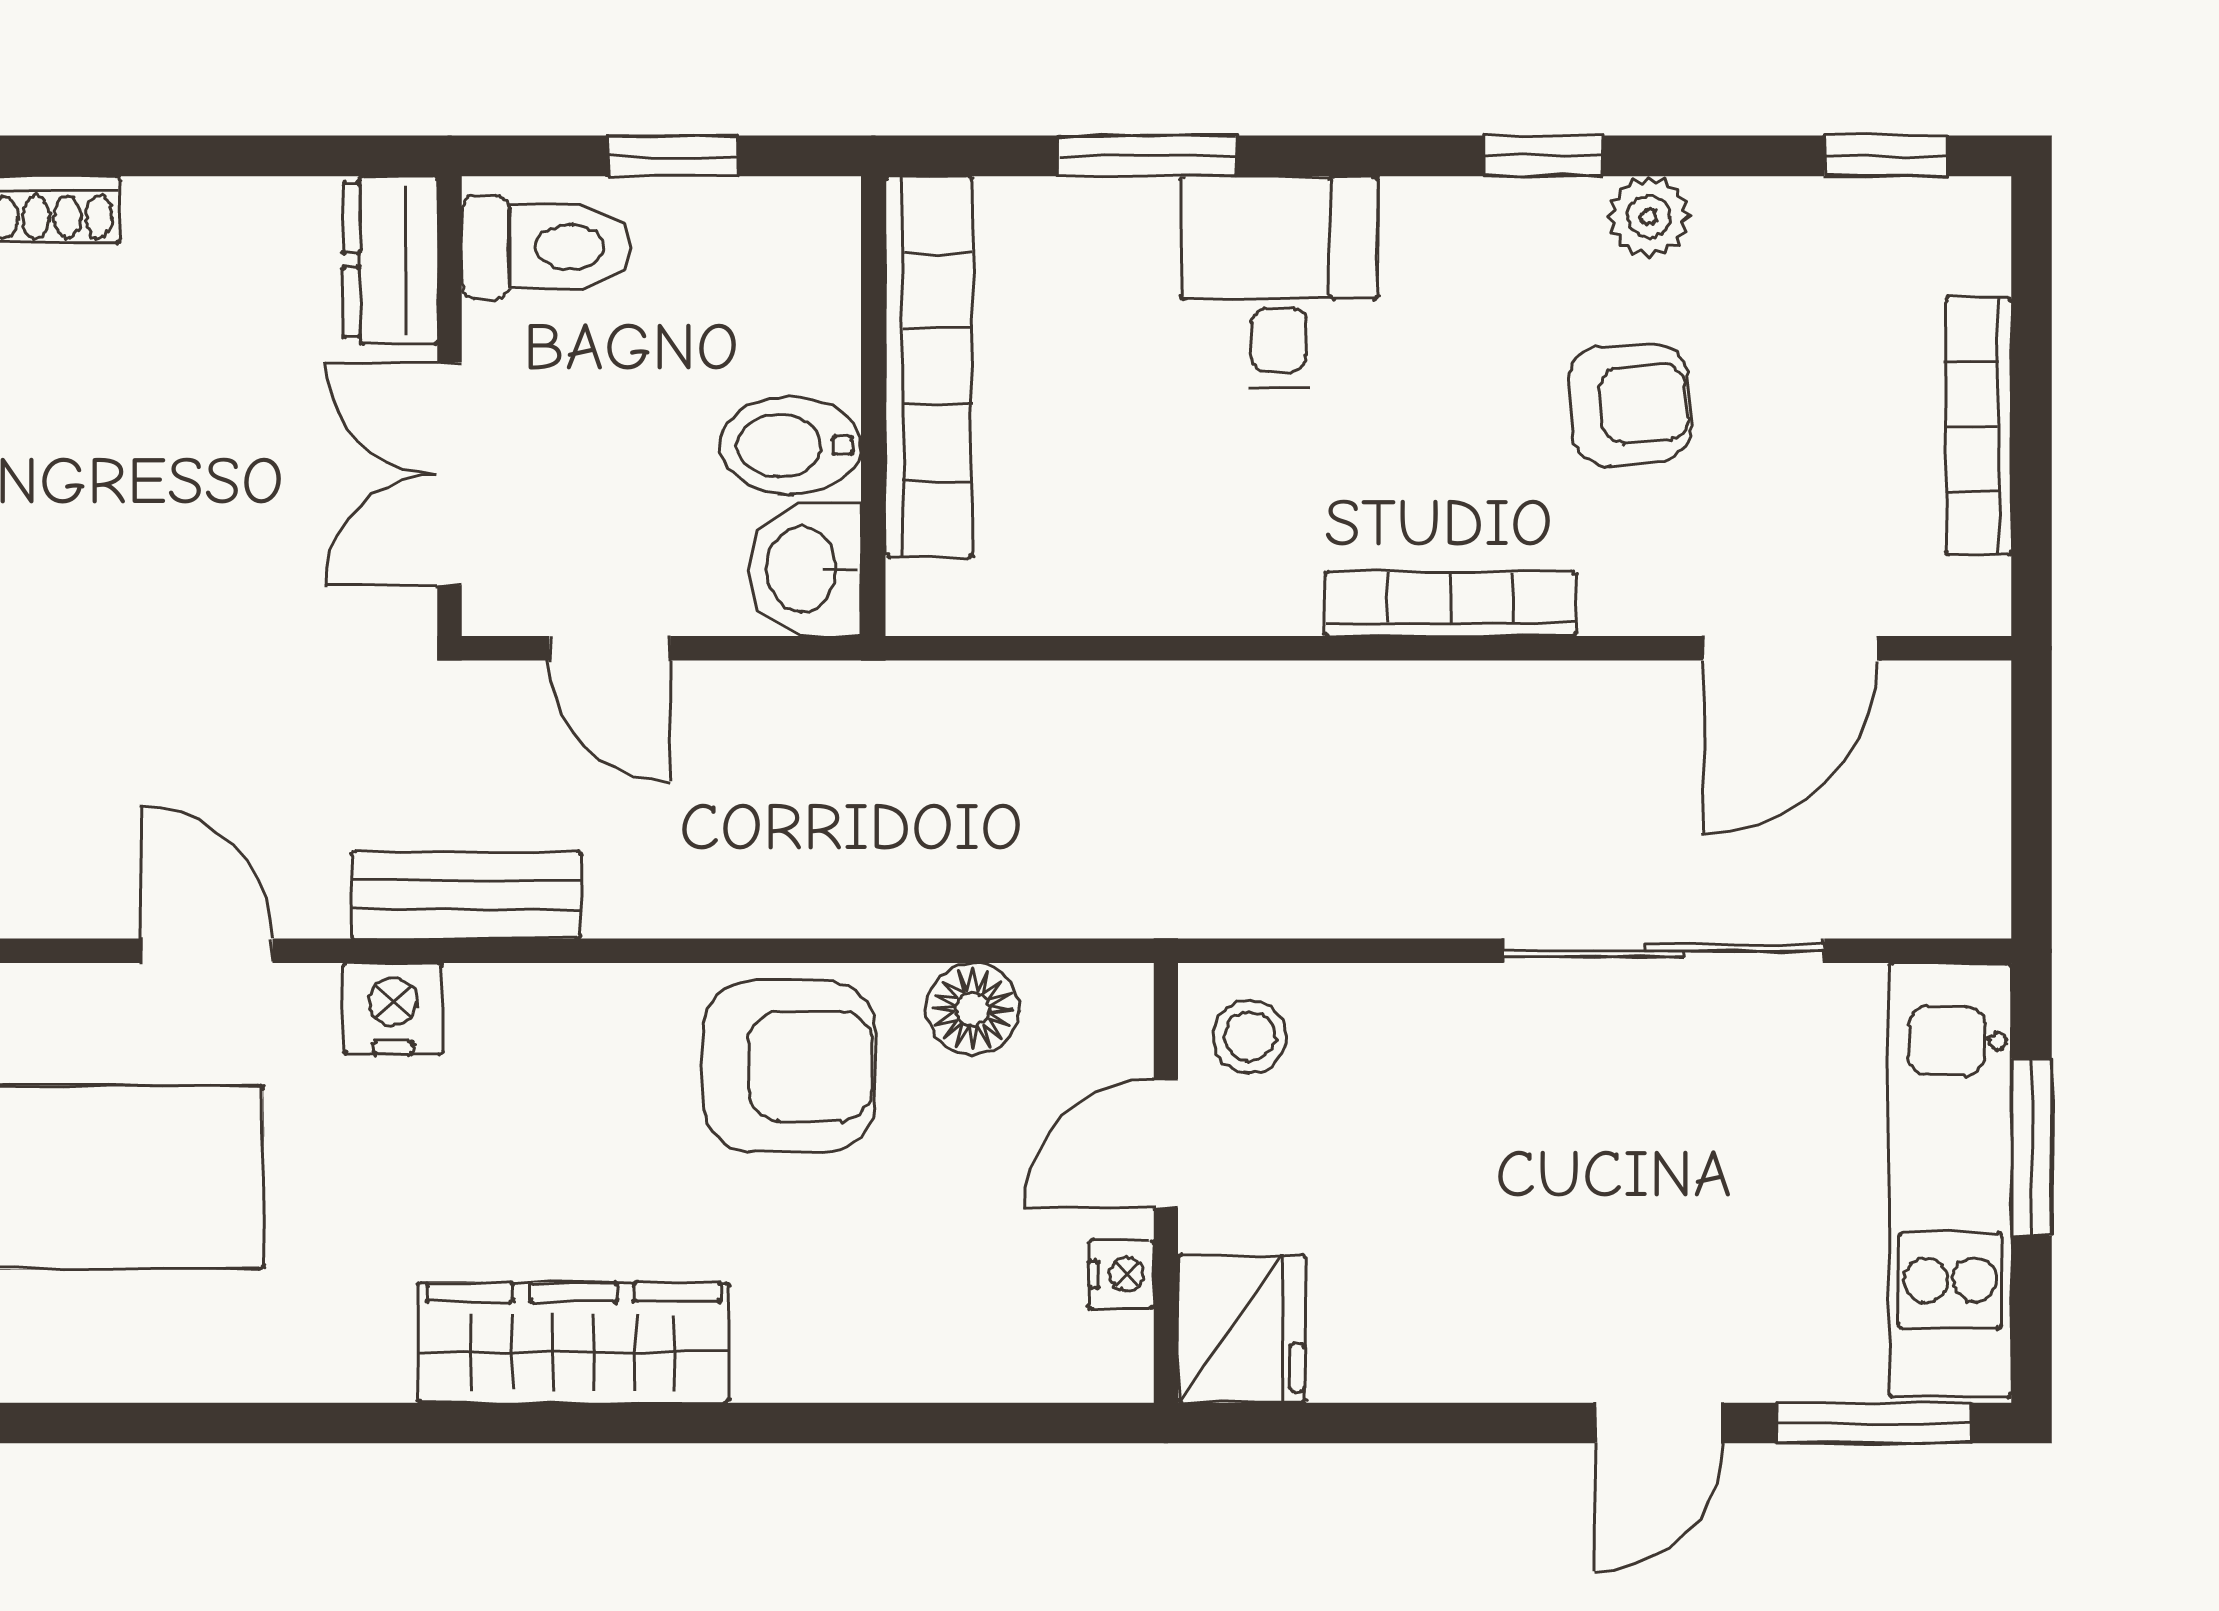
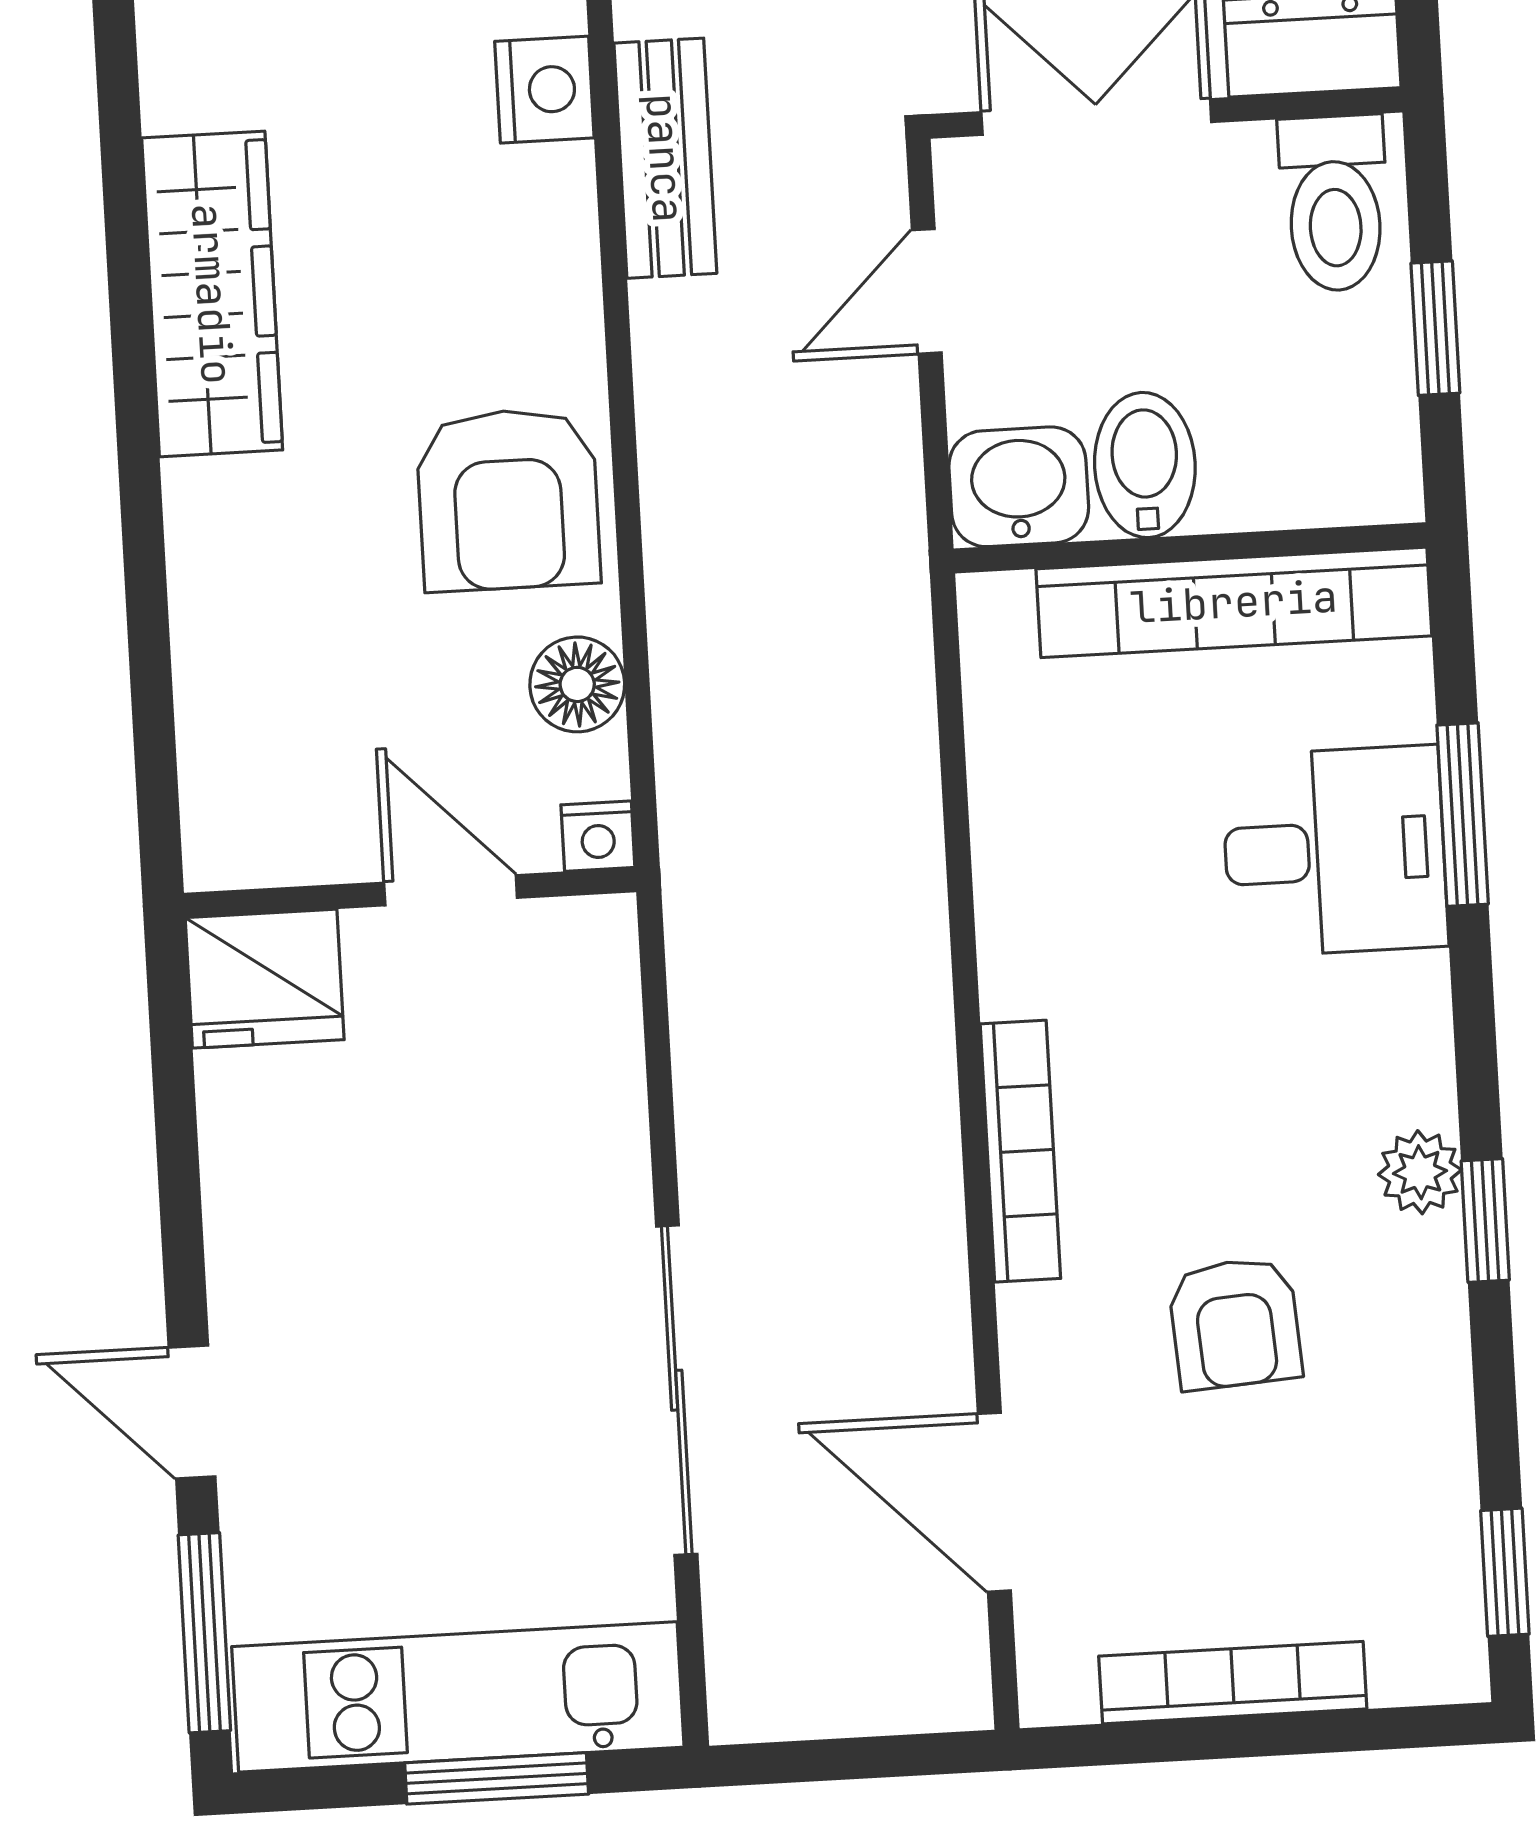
plant: (1649, 217) -> (1420, 1172), moved
desk: (1279, 282) -> (1335, 851), moved
stool: (1250, 1037) -> (565, 970), removed
nightstand: (1121, 1274) -> (598, 836), moved

